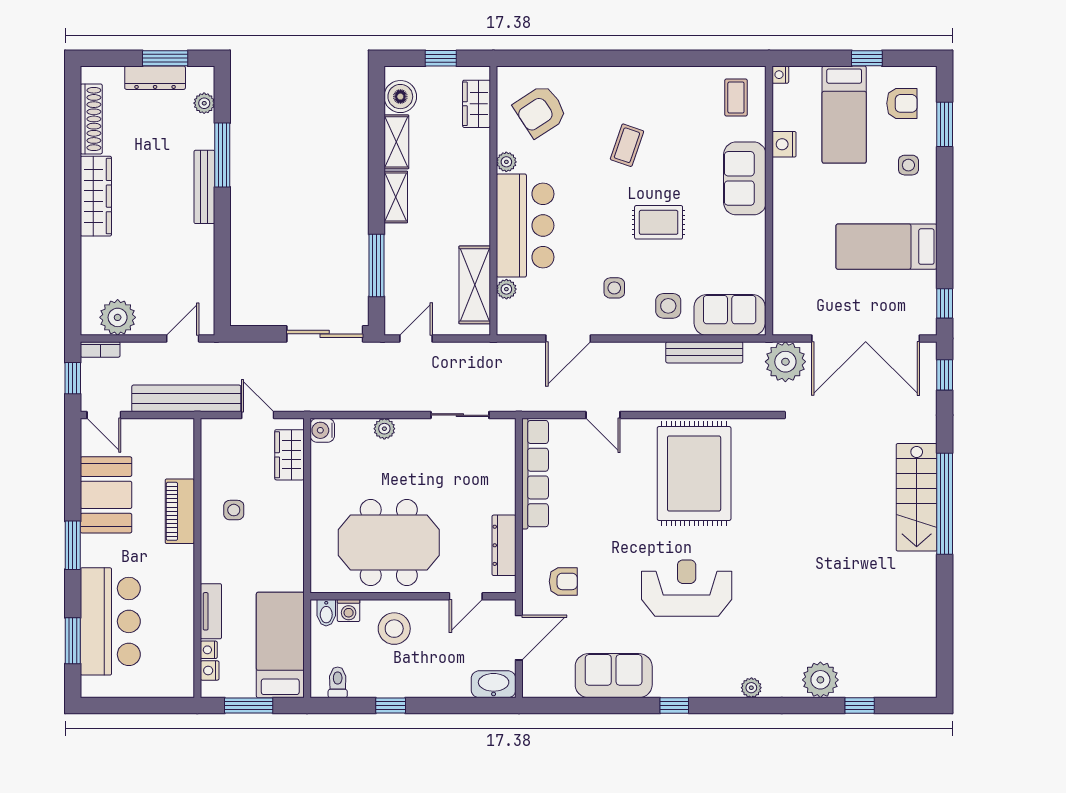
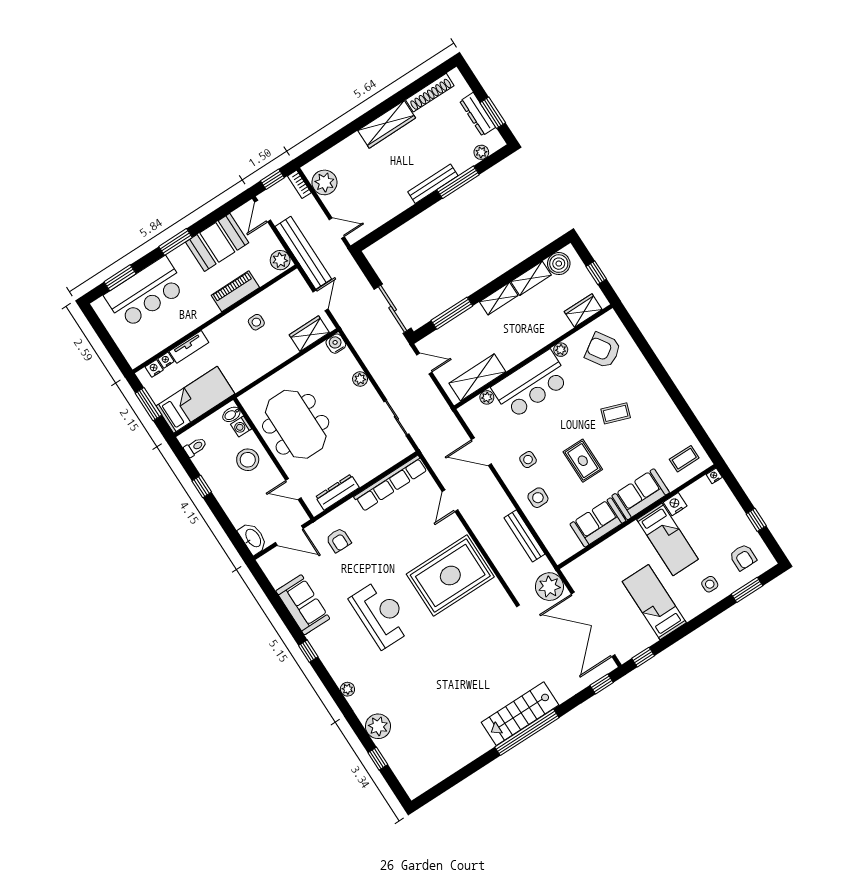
bed: (844, 115) -> (668, 539), moved, turned -90
sofa: (730, 315) -> (598, 522), moved, turned -90
plant: (177, 432) -> (280, 260), added

